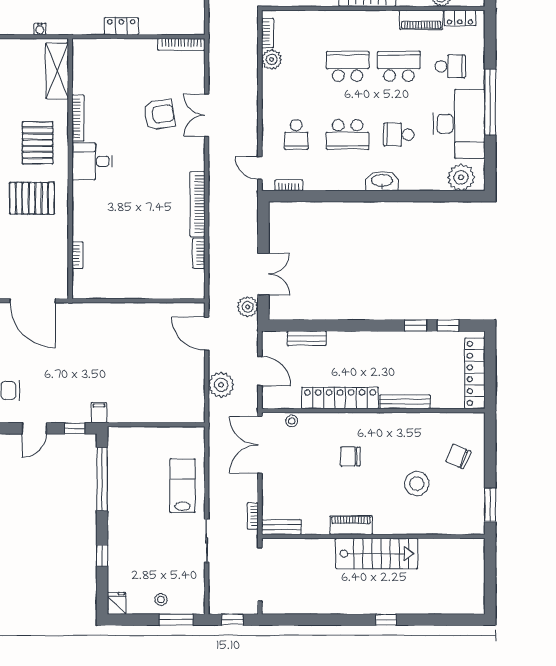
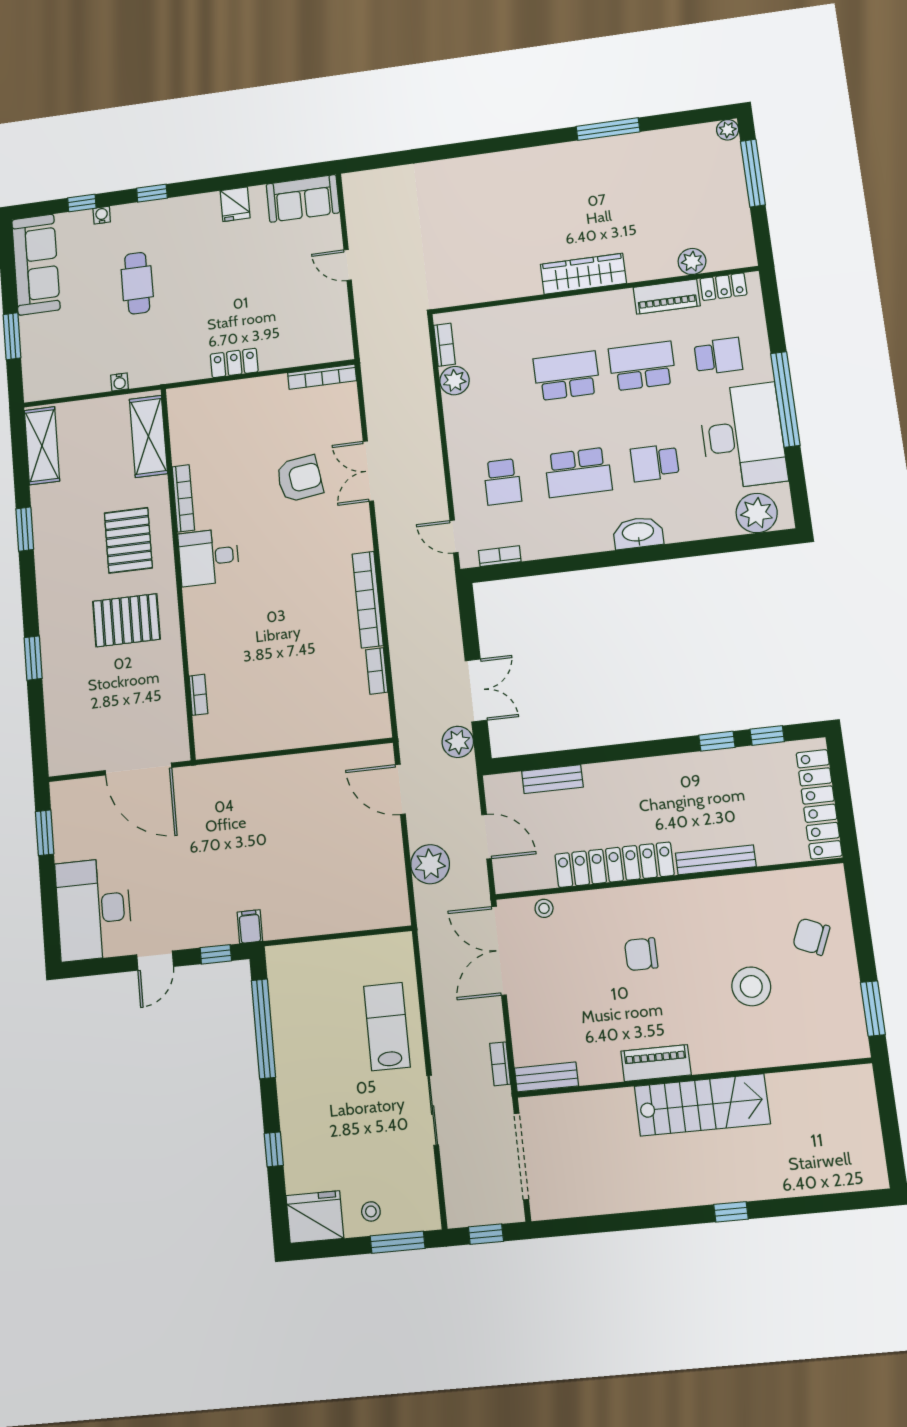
fridge: (117, 603) -> (315, 1217), width x1.88, depth x1.34

